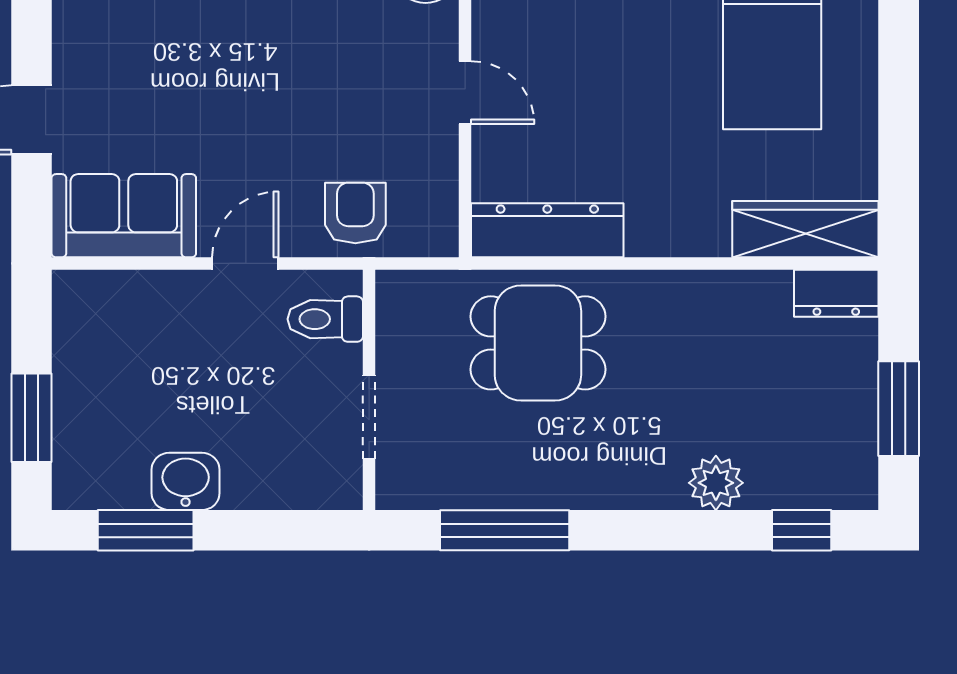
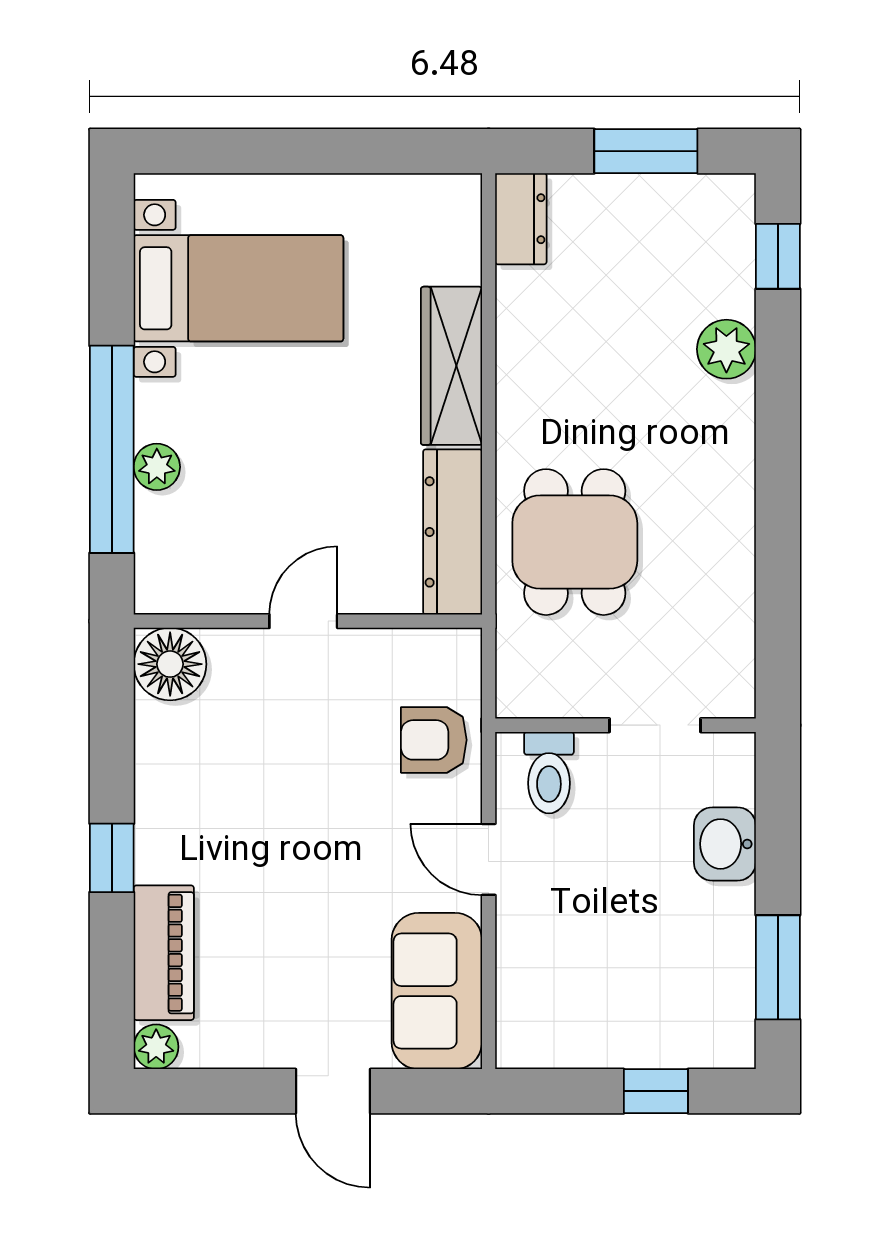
wardrobe: (805, 229) -> (451, 366), moved
window: (31, 418) -> (656, 1091), width x0.67
washbasin: (186, 481) -> (725, 844), moved
window: (505, 530) -> (778, 578), removed

